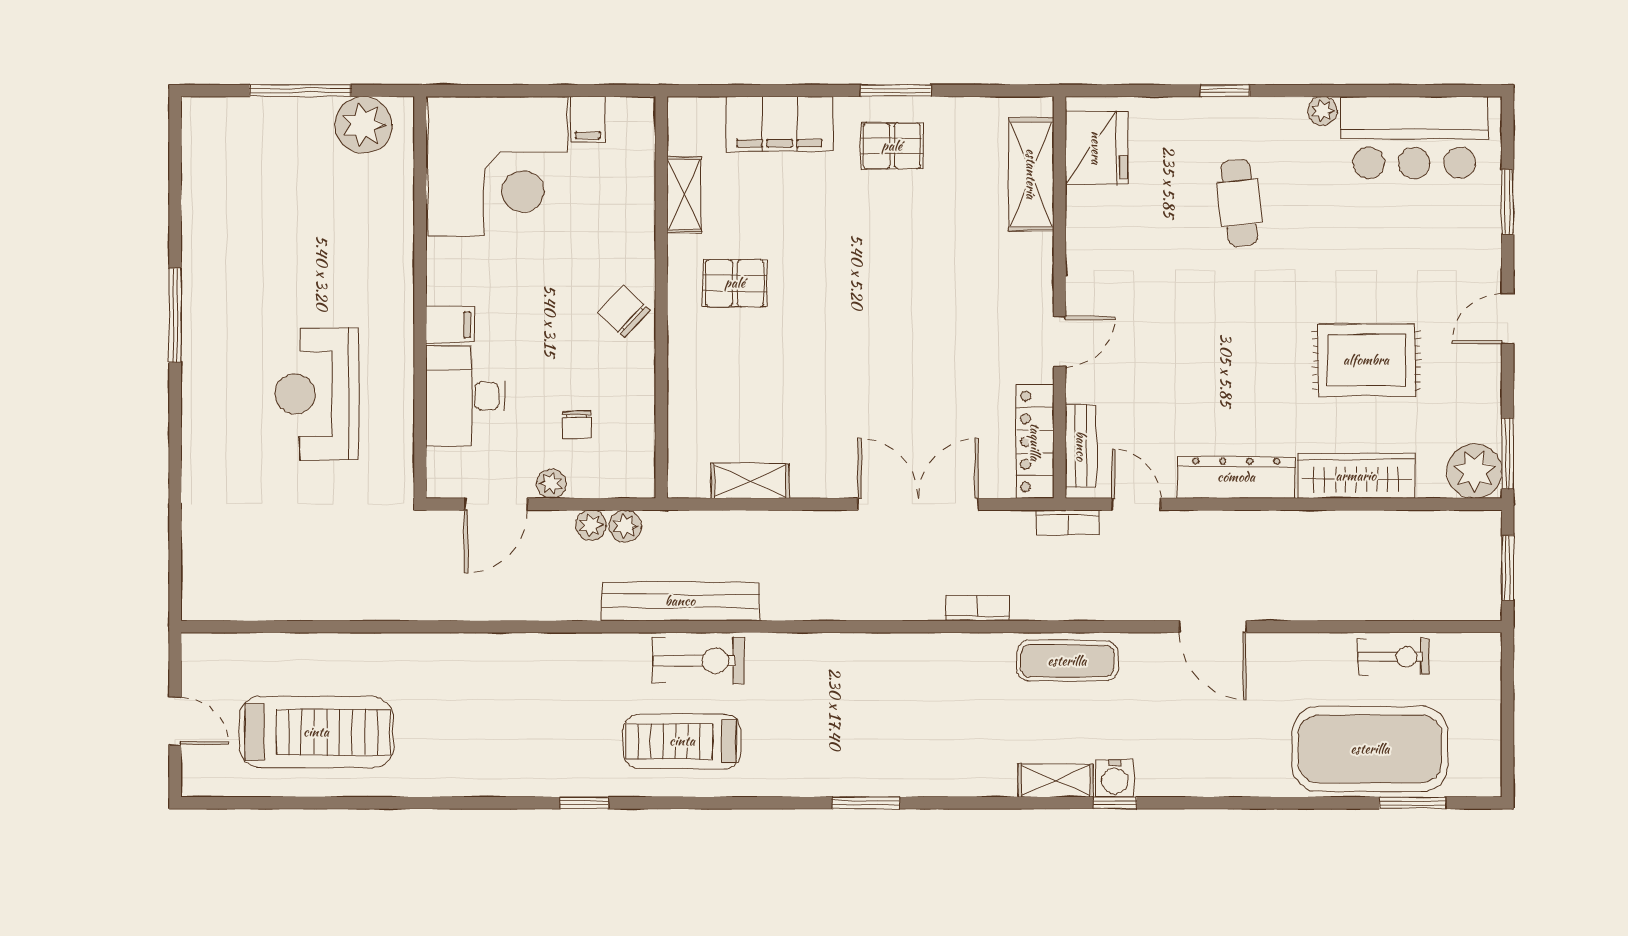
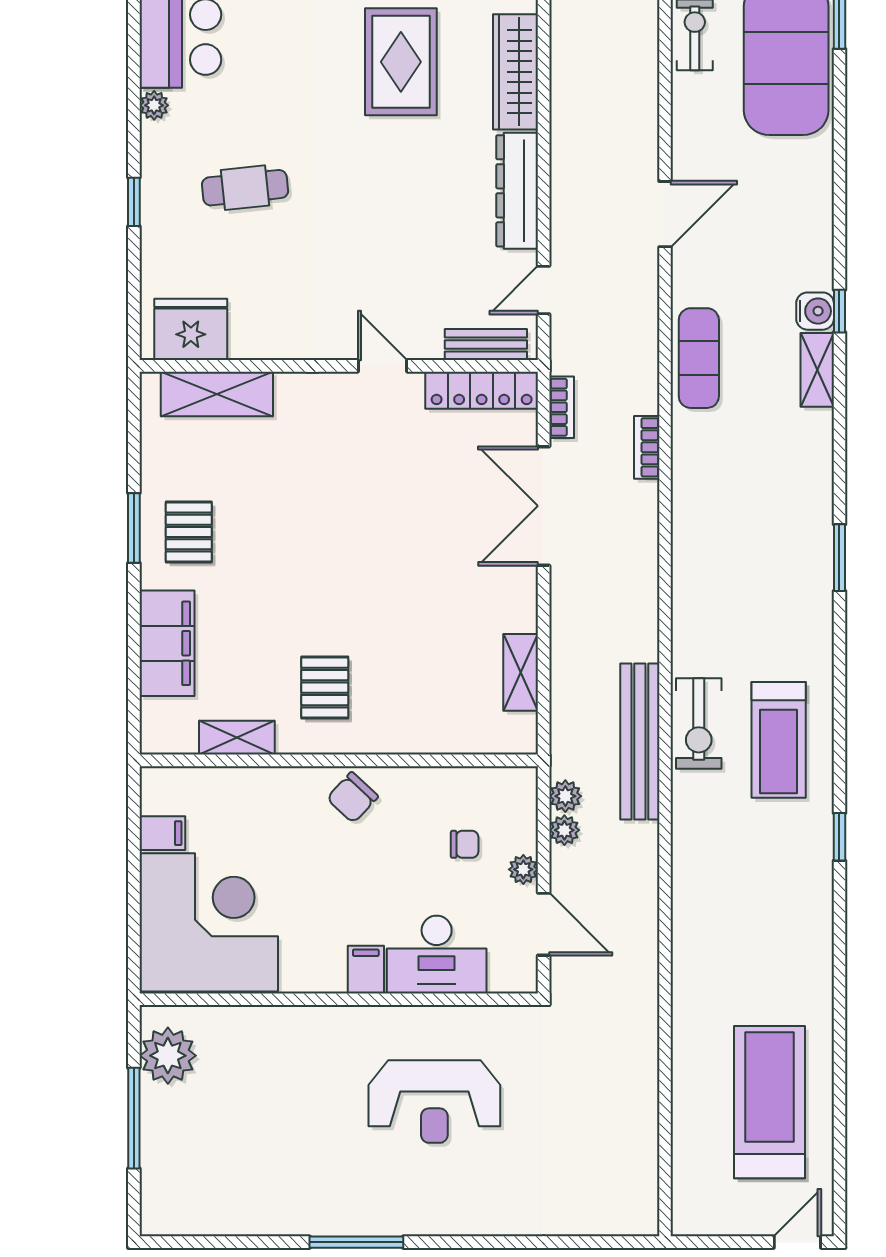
bookcase: (1068, 522) -> (562, 407), moved
exercise bike: (699, 661) -> (699, 723), turned 180
door: (175, 721) -> (797, 1242), moved

